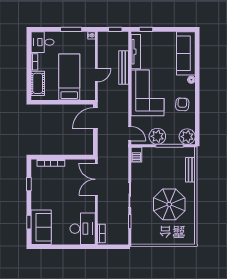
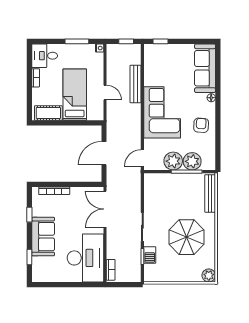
tv unit: (136, 52) -> (149, 66), removed
door: (96, 75) -> (105, 93), hinge flipped
cot: (38, 83) -> (48, 113), moved, turned 90
door: (95, 118) -> (104, 153), moved
door: (130, 134) -> (142, 158), swing flipped
plant: (187, 137) -> (192, 161), moved
barbecue: (136, 155) -> (150, 255), moved
bench: (190, 170) -> (210, 193), width x1.36
sofa: (41, 227) -> (43, 237), moved
desk: (83, 229) -> (85, 258), width x1.36, depth x1.30
plant: (189, 239) -> (209, 275), added

